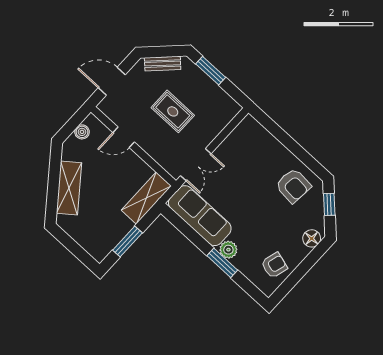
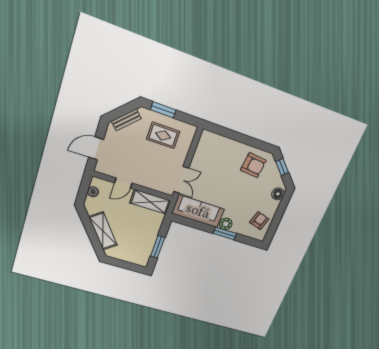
rug: (173, 111) -> (163, 135), moved
shelving: (146, 198) -> (150, 202), moved, turned 90

